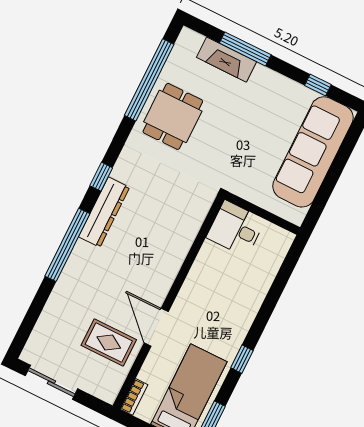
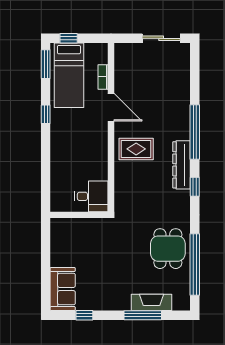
sofa: (313, 152) -> (63, 289), width x0.54, depth x0.79
rug: (109, 343) -> (136, 149), moved
bookcase: (134, 397) -> (103, 77), moved

